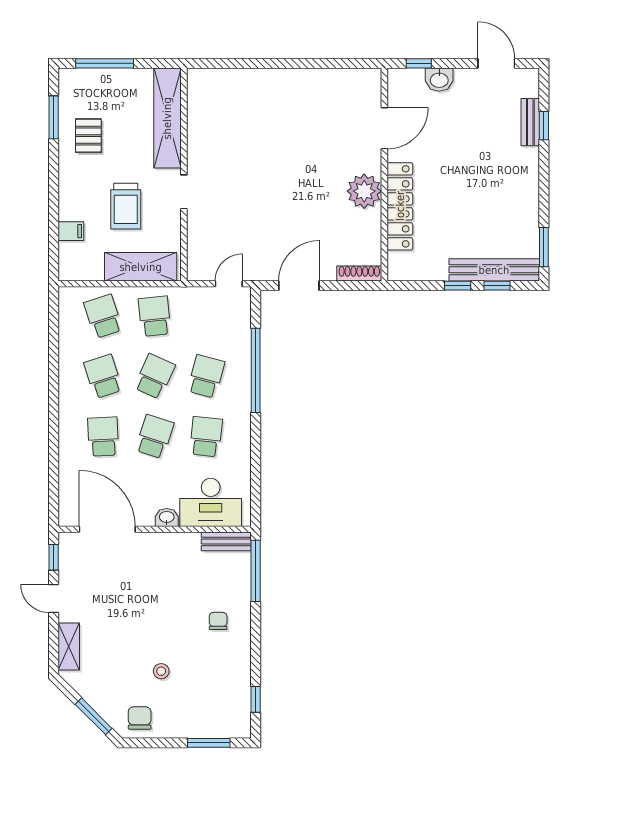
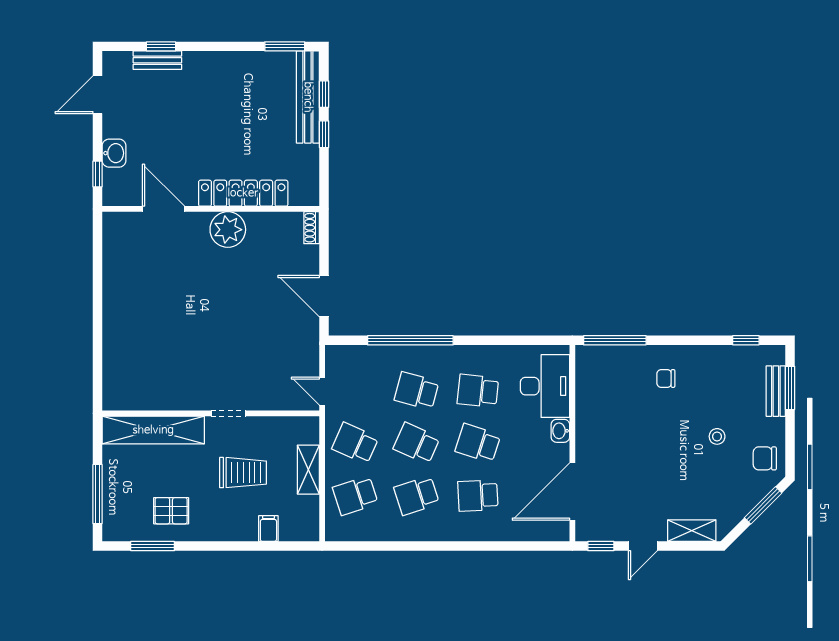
shelving: (141, 267) -> (308, 470), width x0.67, depth x0.75
shoe rack: (359, 273) -> (312, 228), width x0.70
door: (229, 284) -> (322, 391), moved
school desk: (155, 316) -> (355, 443), turned 30
bench: (226, 541) -> (776, 391), moved

